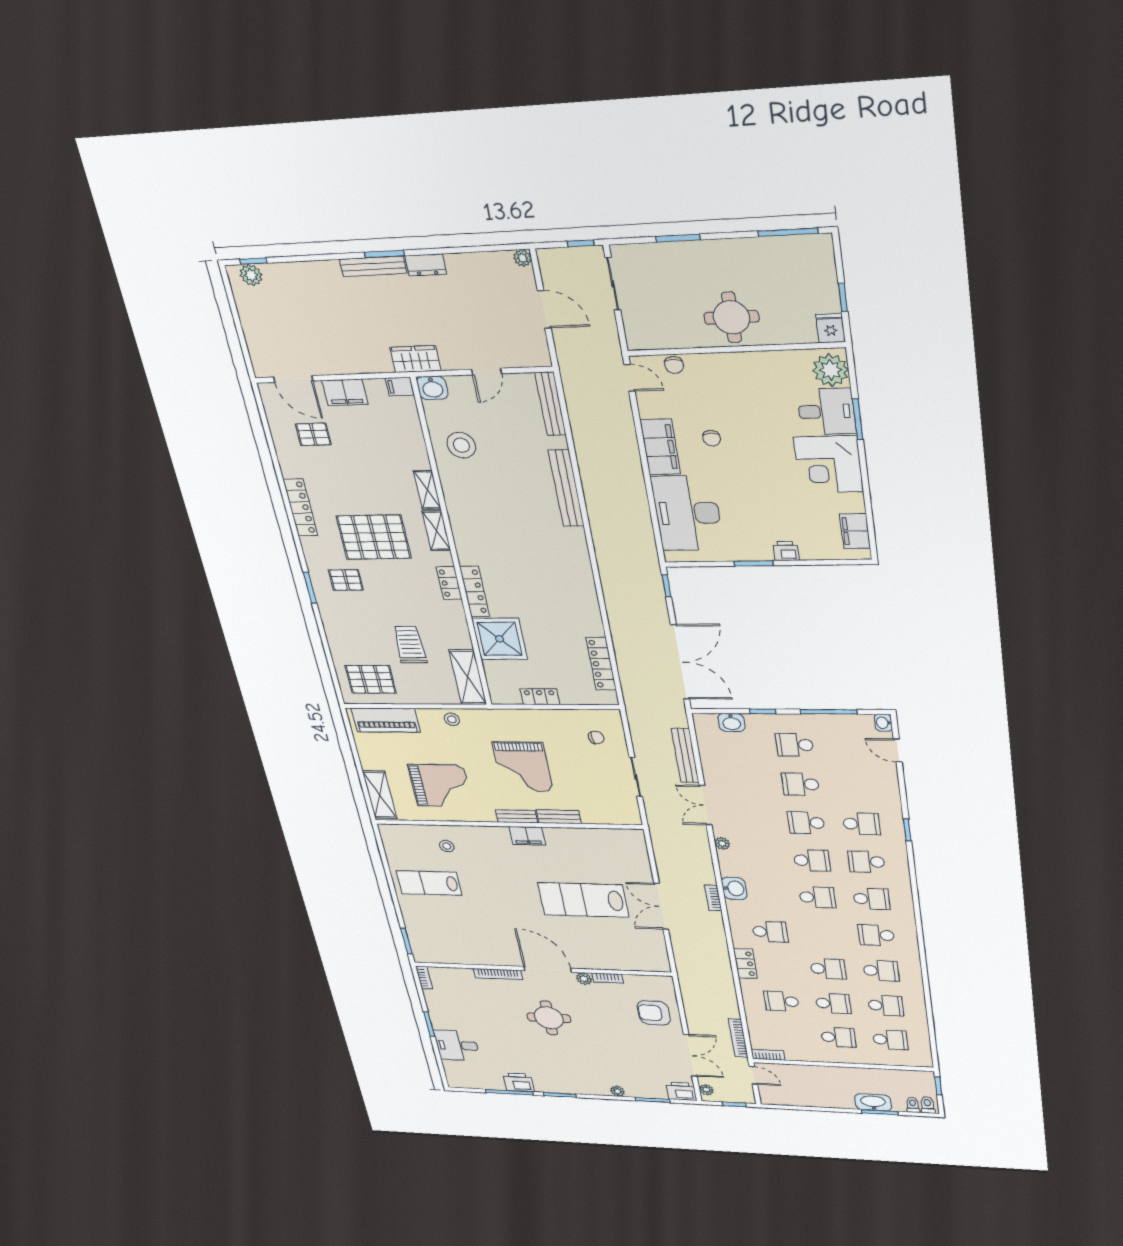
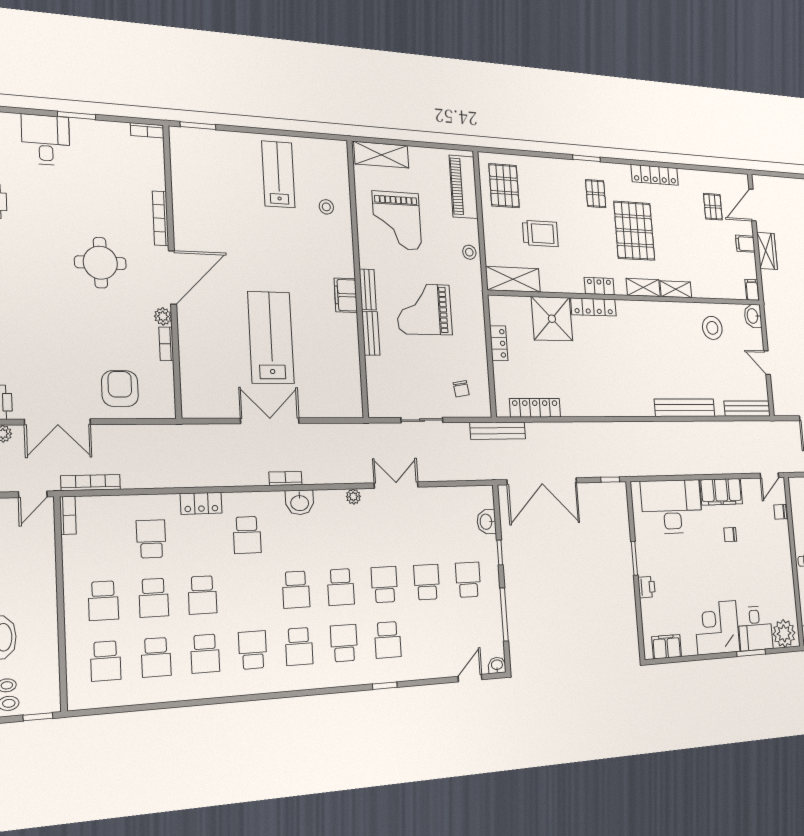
wardrobe: (415, 359) -> (767, 251), moved
filing cabinet: (345, 392) -> (745, 244), width x0.50
bench: (685, 755) -> (498, 431), moved

